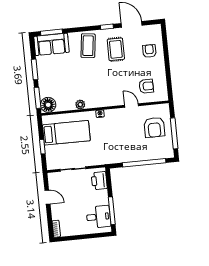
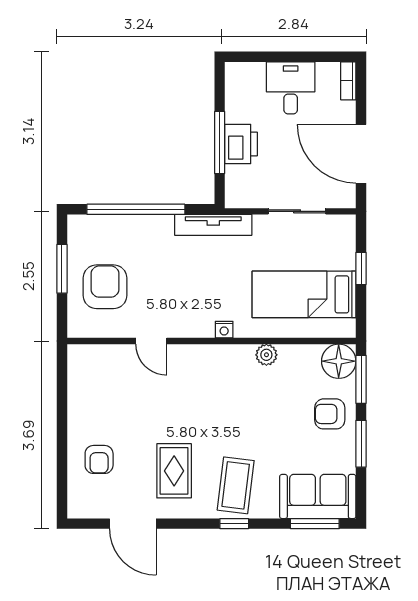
window: (107, 27) -> (234, 524), moved
armchair: (146, 86) -> (330, 414), moved
window: (174, 133) -> (62, 269), width x0.69
tv unit: (109, 159) -> (213, 225), added
printer: (99, 181) -> (241, 144), moved
door: (47, 197) -> (361, 154), width x1.87
window: (112, 211) -> (220, 143), moved
desk: (98, 217) -> (291, 88), moved, turned 90

